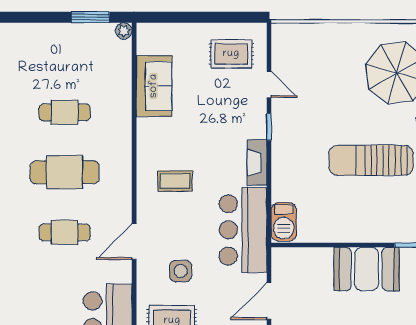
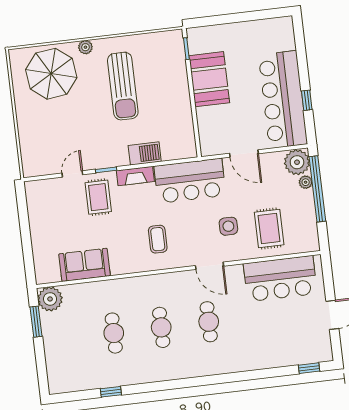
plant: (124, 31) -> (50, 299), width x1.87, depth x1.87
rug: (231, 54) -> (98, 197), moved
cafe table: (65, 172) -> (161, 327), width x0.73, depth x0.74
barbecue: (284, 222) -> (145, 153), moved

